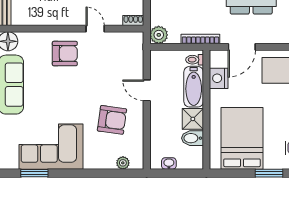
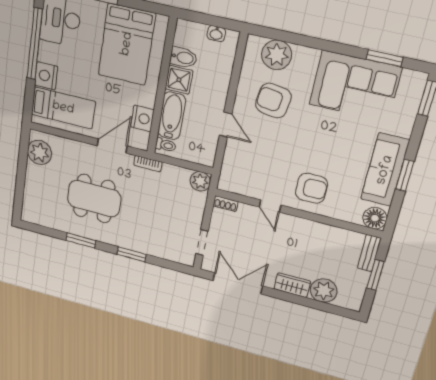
bookcase: (200, 39) -> (148, 164), width x0.64
armchair: (65, 54) -> (311, 188), turned 180
plant: (123, 163) -> (277, 55), width x1.87, depth x1.87

